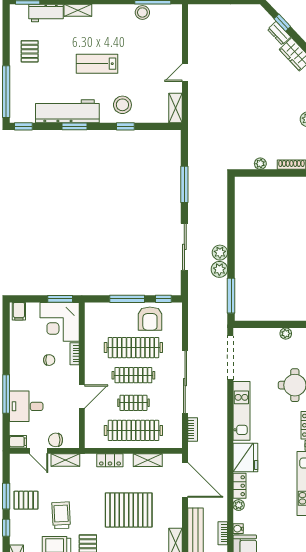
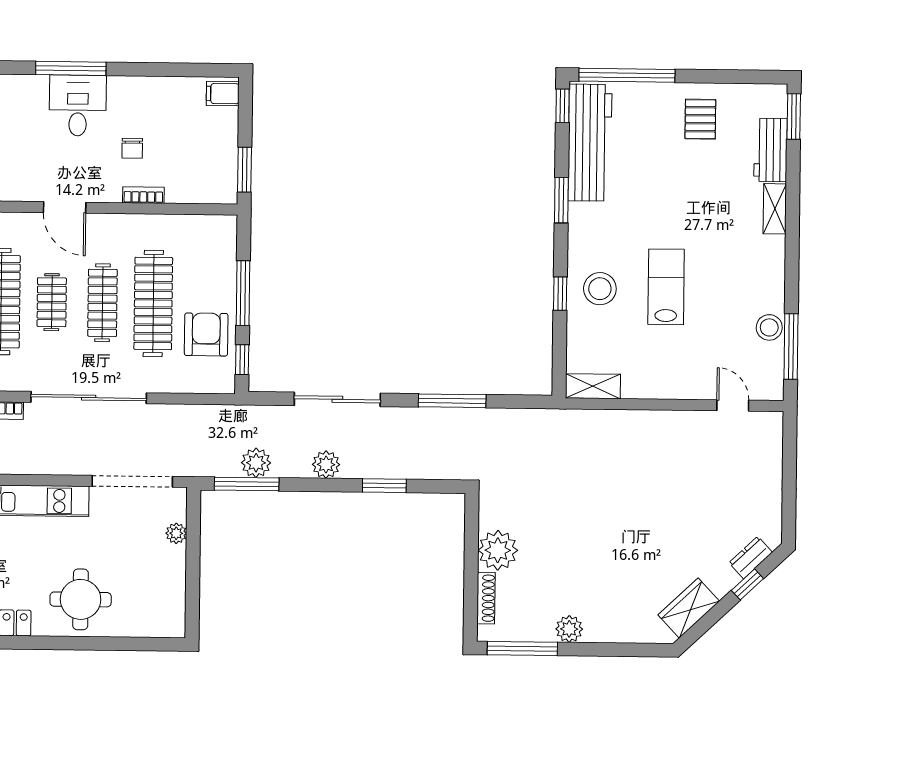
dresser: (279, 33) -> (751, 558), moved
pallet: (30, 51) -> (700, 119), turned 90
lab bench: (97, 64) -> (666, 287), moved
door: (185, 73) -> (733, 405), moved
workbench: (67, 111) -> (590, 143), moved
plant: (260, 164) -> (498, 550), width x1.88, depth x1.88
window: (231, 221) -> (384, 486), added
plant: (219, 269) -> (256, 463), moved
armchair: (150, 319) -> (206, 334), turned 90
corner desk: (60, 322) -> (202, 168), removed
plant: (286, 334) -> (176, 533), moved
desk: (26, 406) -> (78, 105), moved

